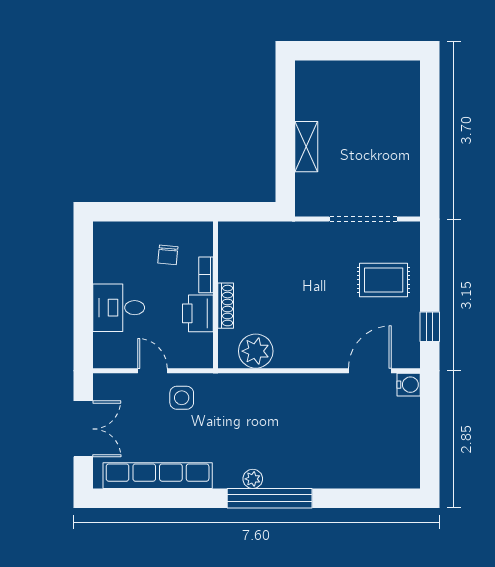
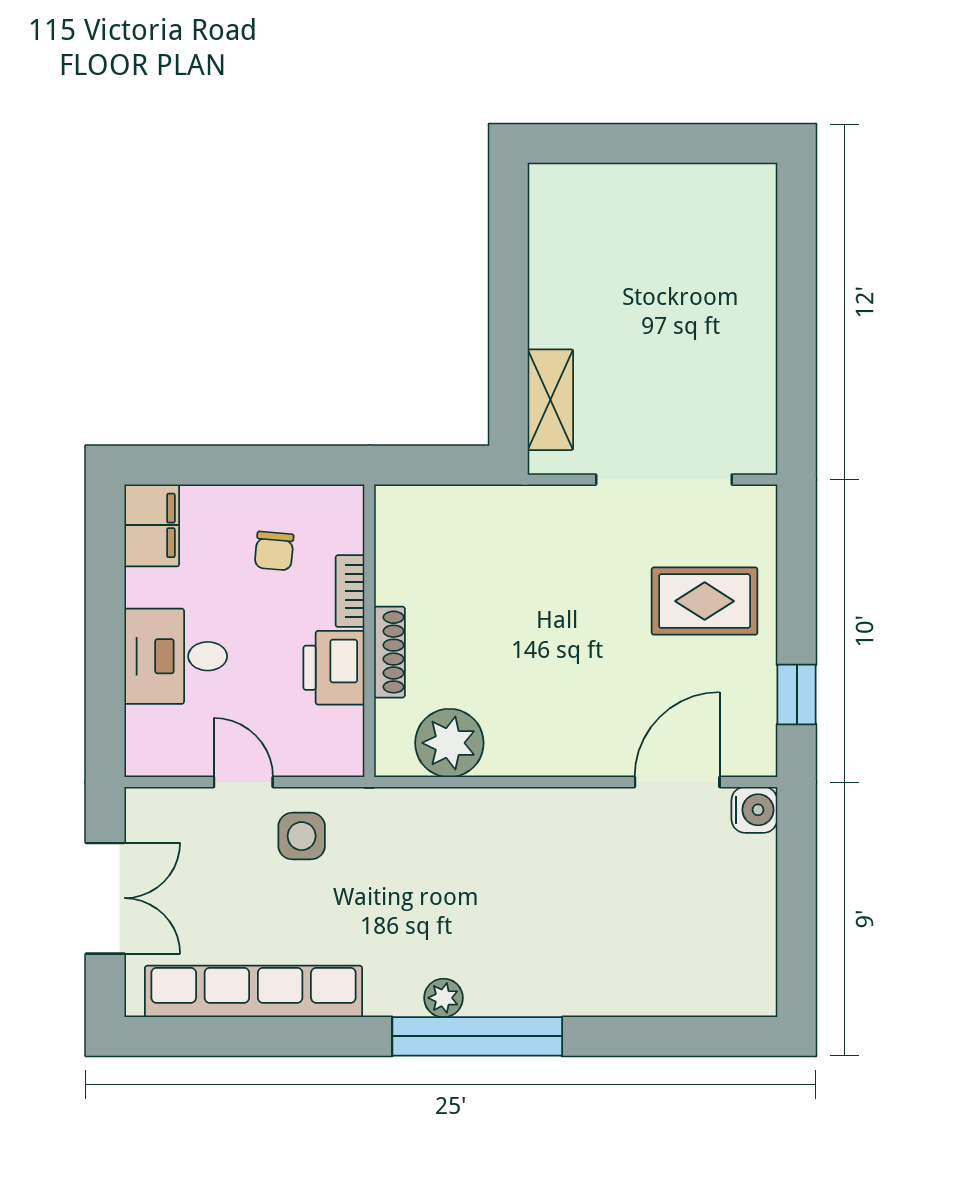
shelving: (306, 147) -> (550, 400), moved
filing cabinet: (107, 242) -> (152, 525), added

